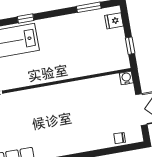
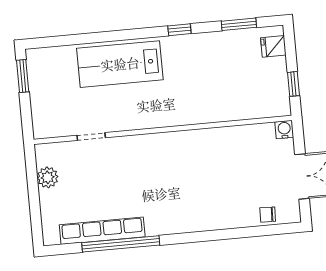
window: (26, 19) -> (179, 30), moved

